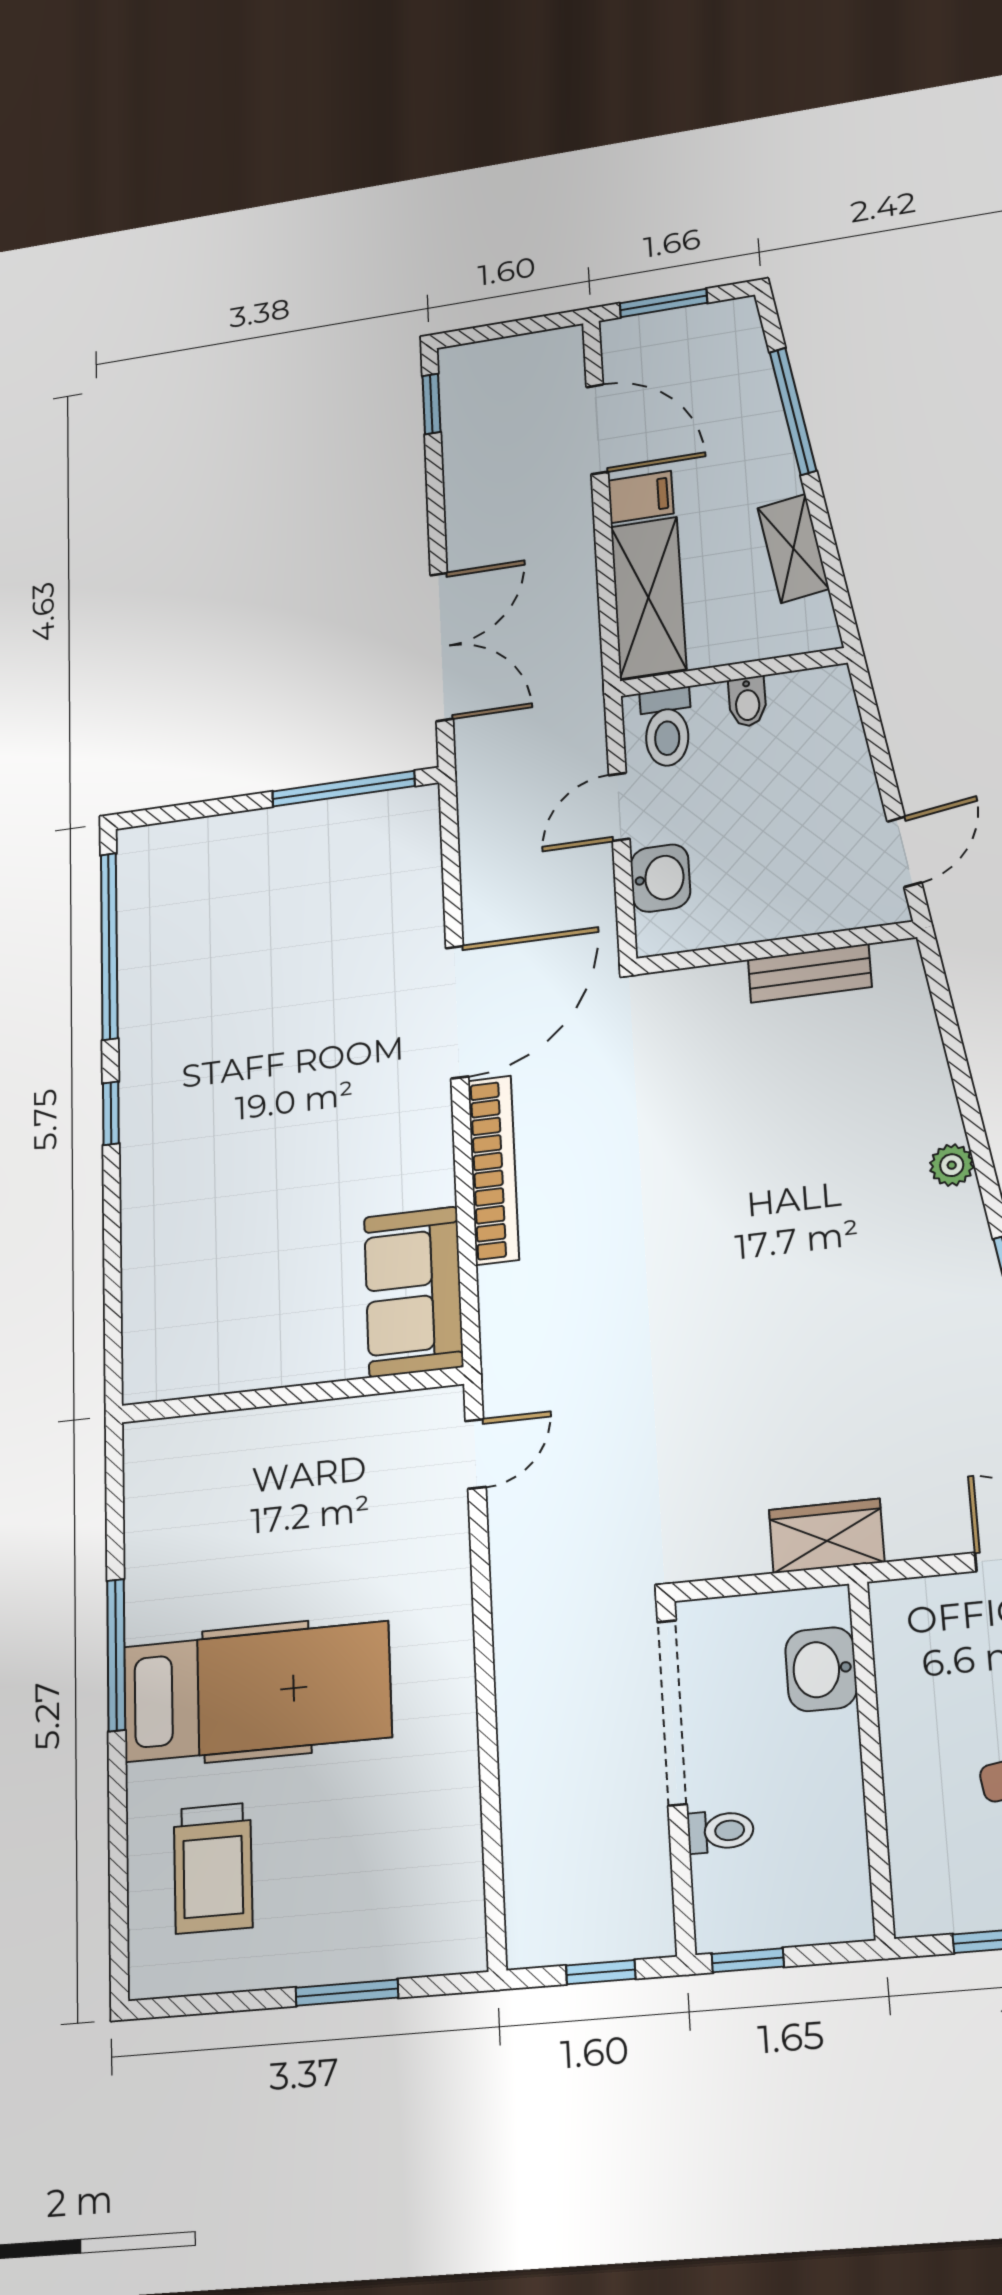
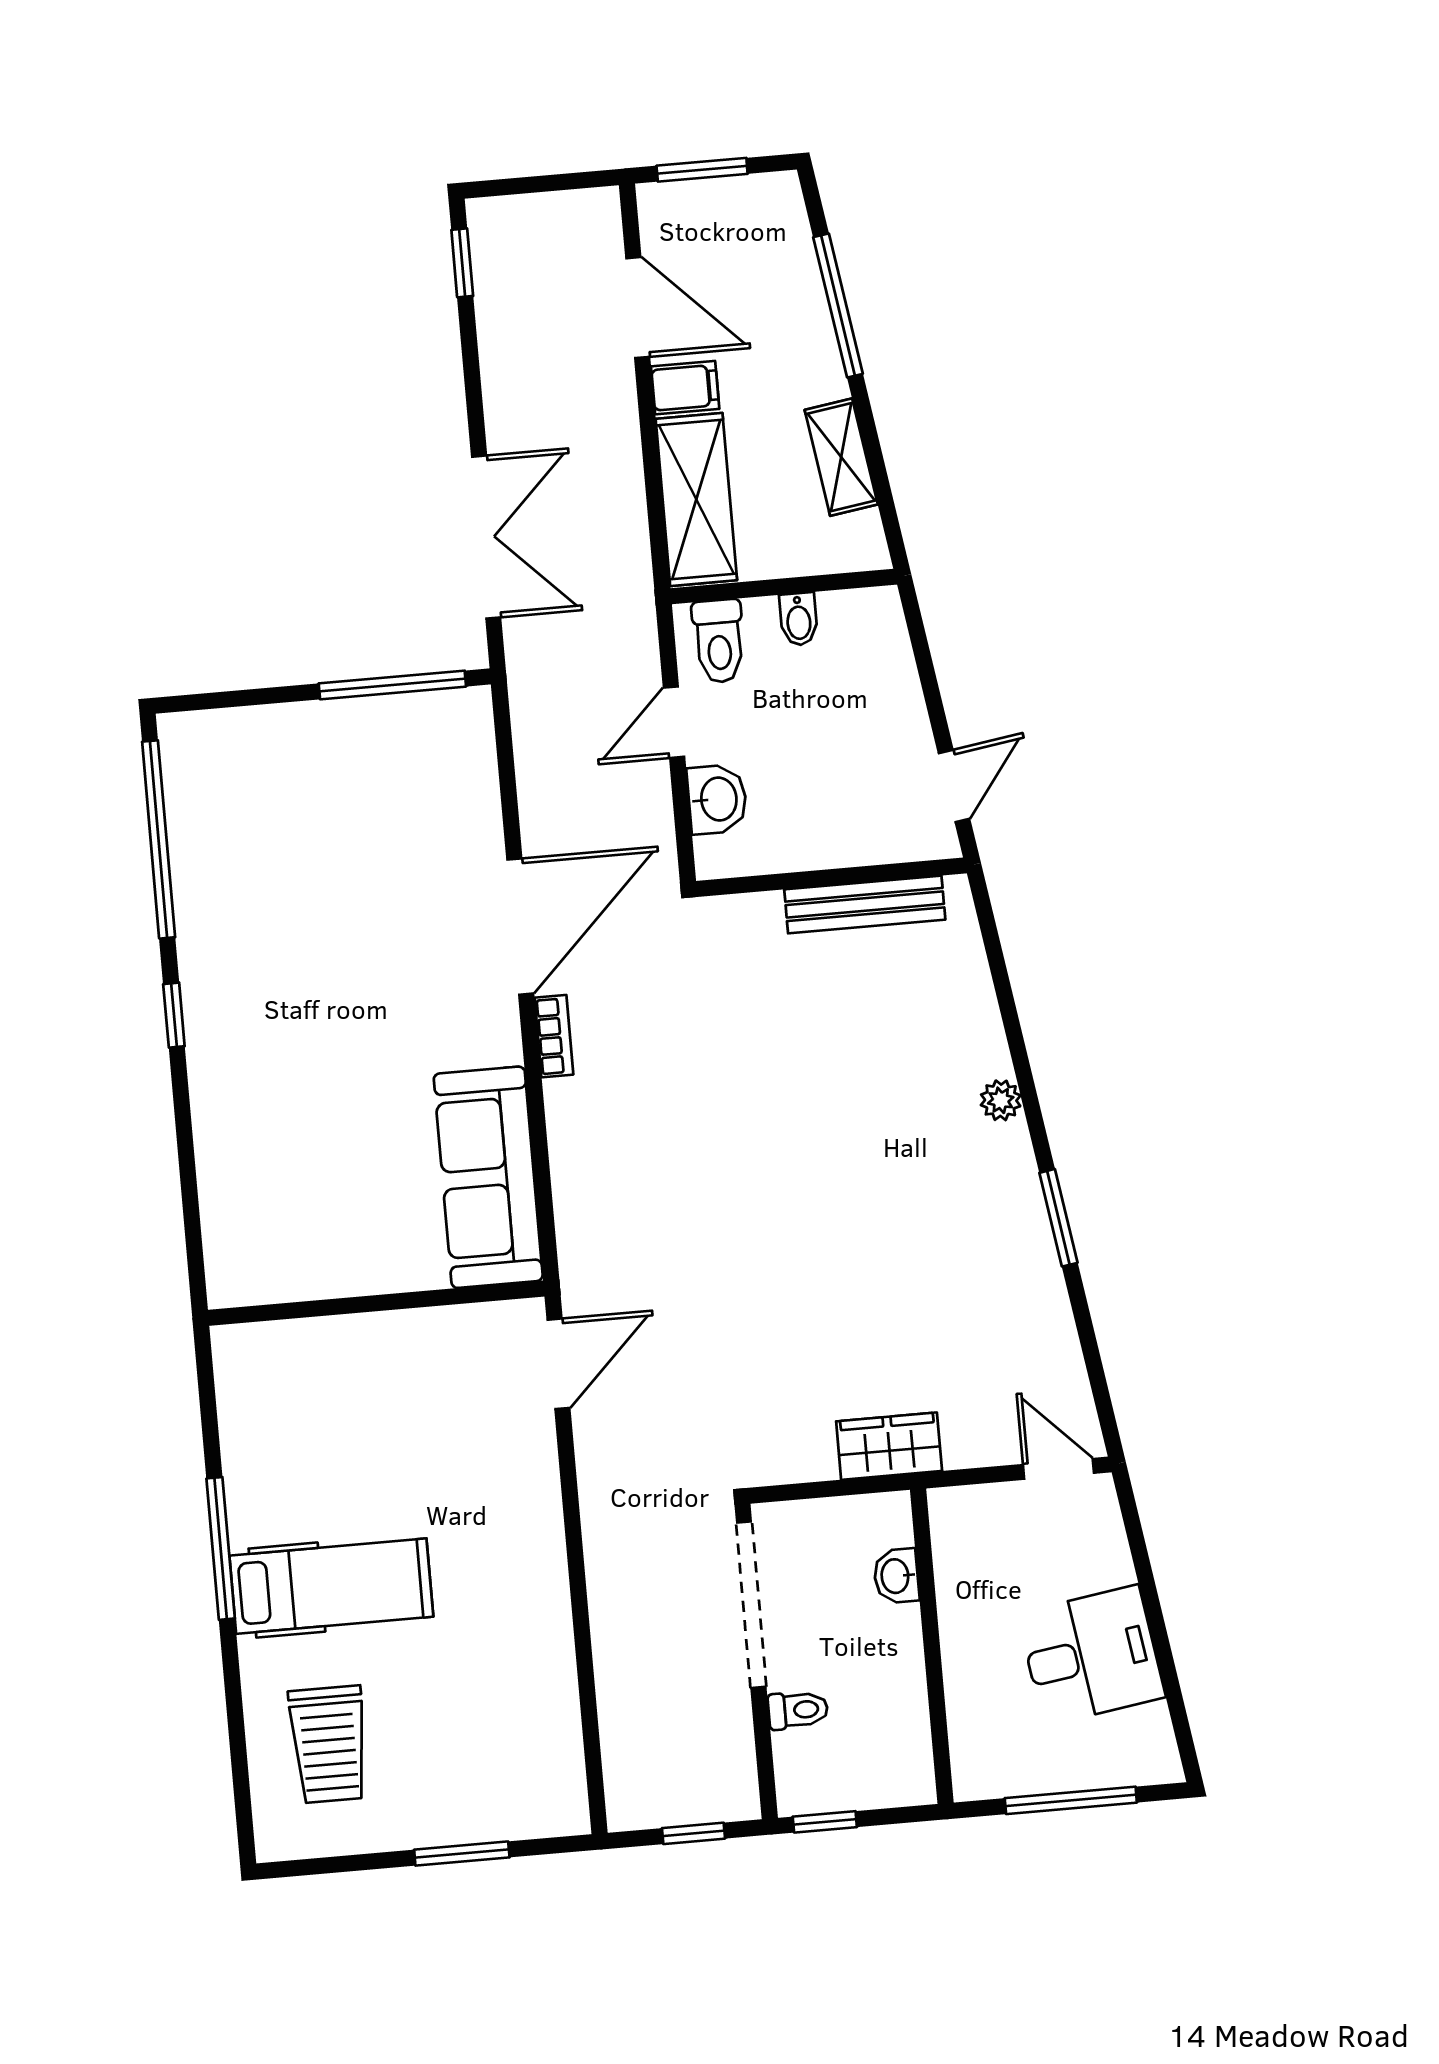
bench: (810, 973) -> (865, 905), width x1.36
bookcase: (493, 1170) -> (554, 1036), width x0.43, depth x0.76
sofa: (413, 1292) -> (488, 1177), width x1.36
door: (476, 1454) -> (559, 1364), width x1.38
washbasin: (821, 1669) -> (896, 1576), width x0.72, depth x0.69
hospital bed: (257, 1692) -> (331, 1586), width x0.73, depth x0.78

